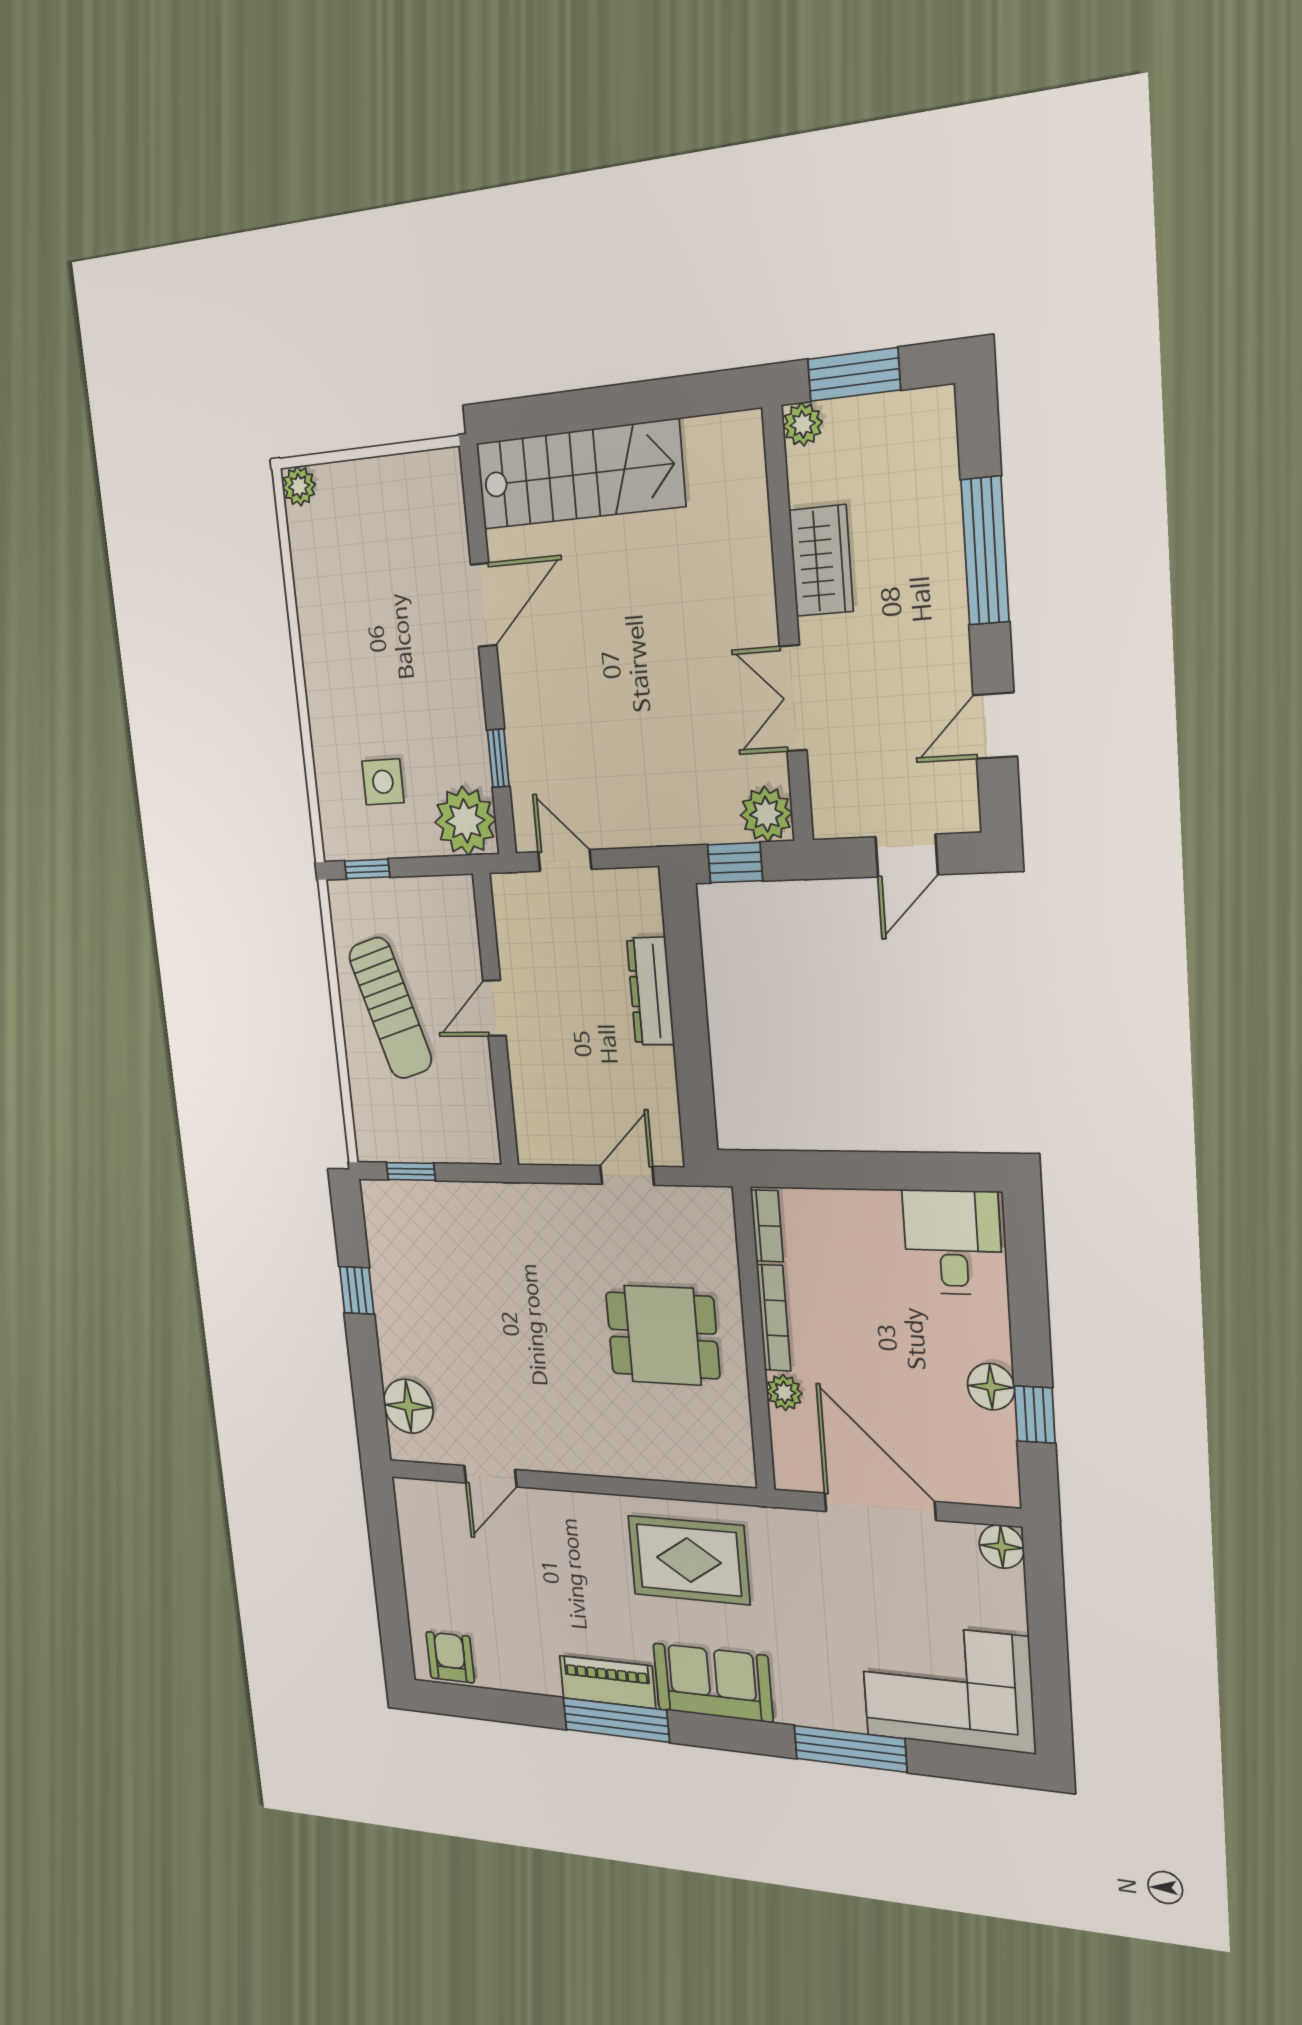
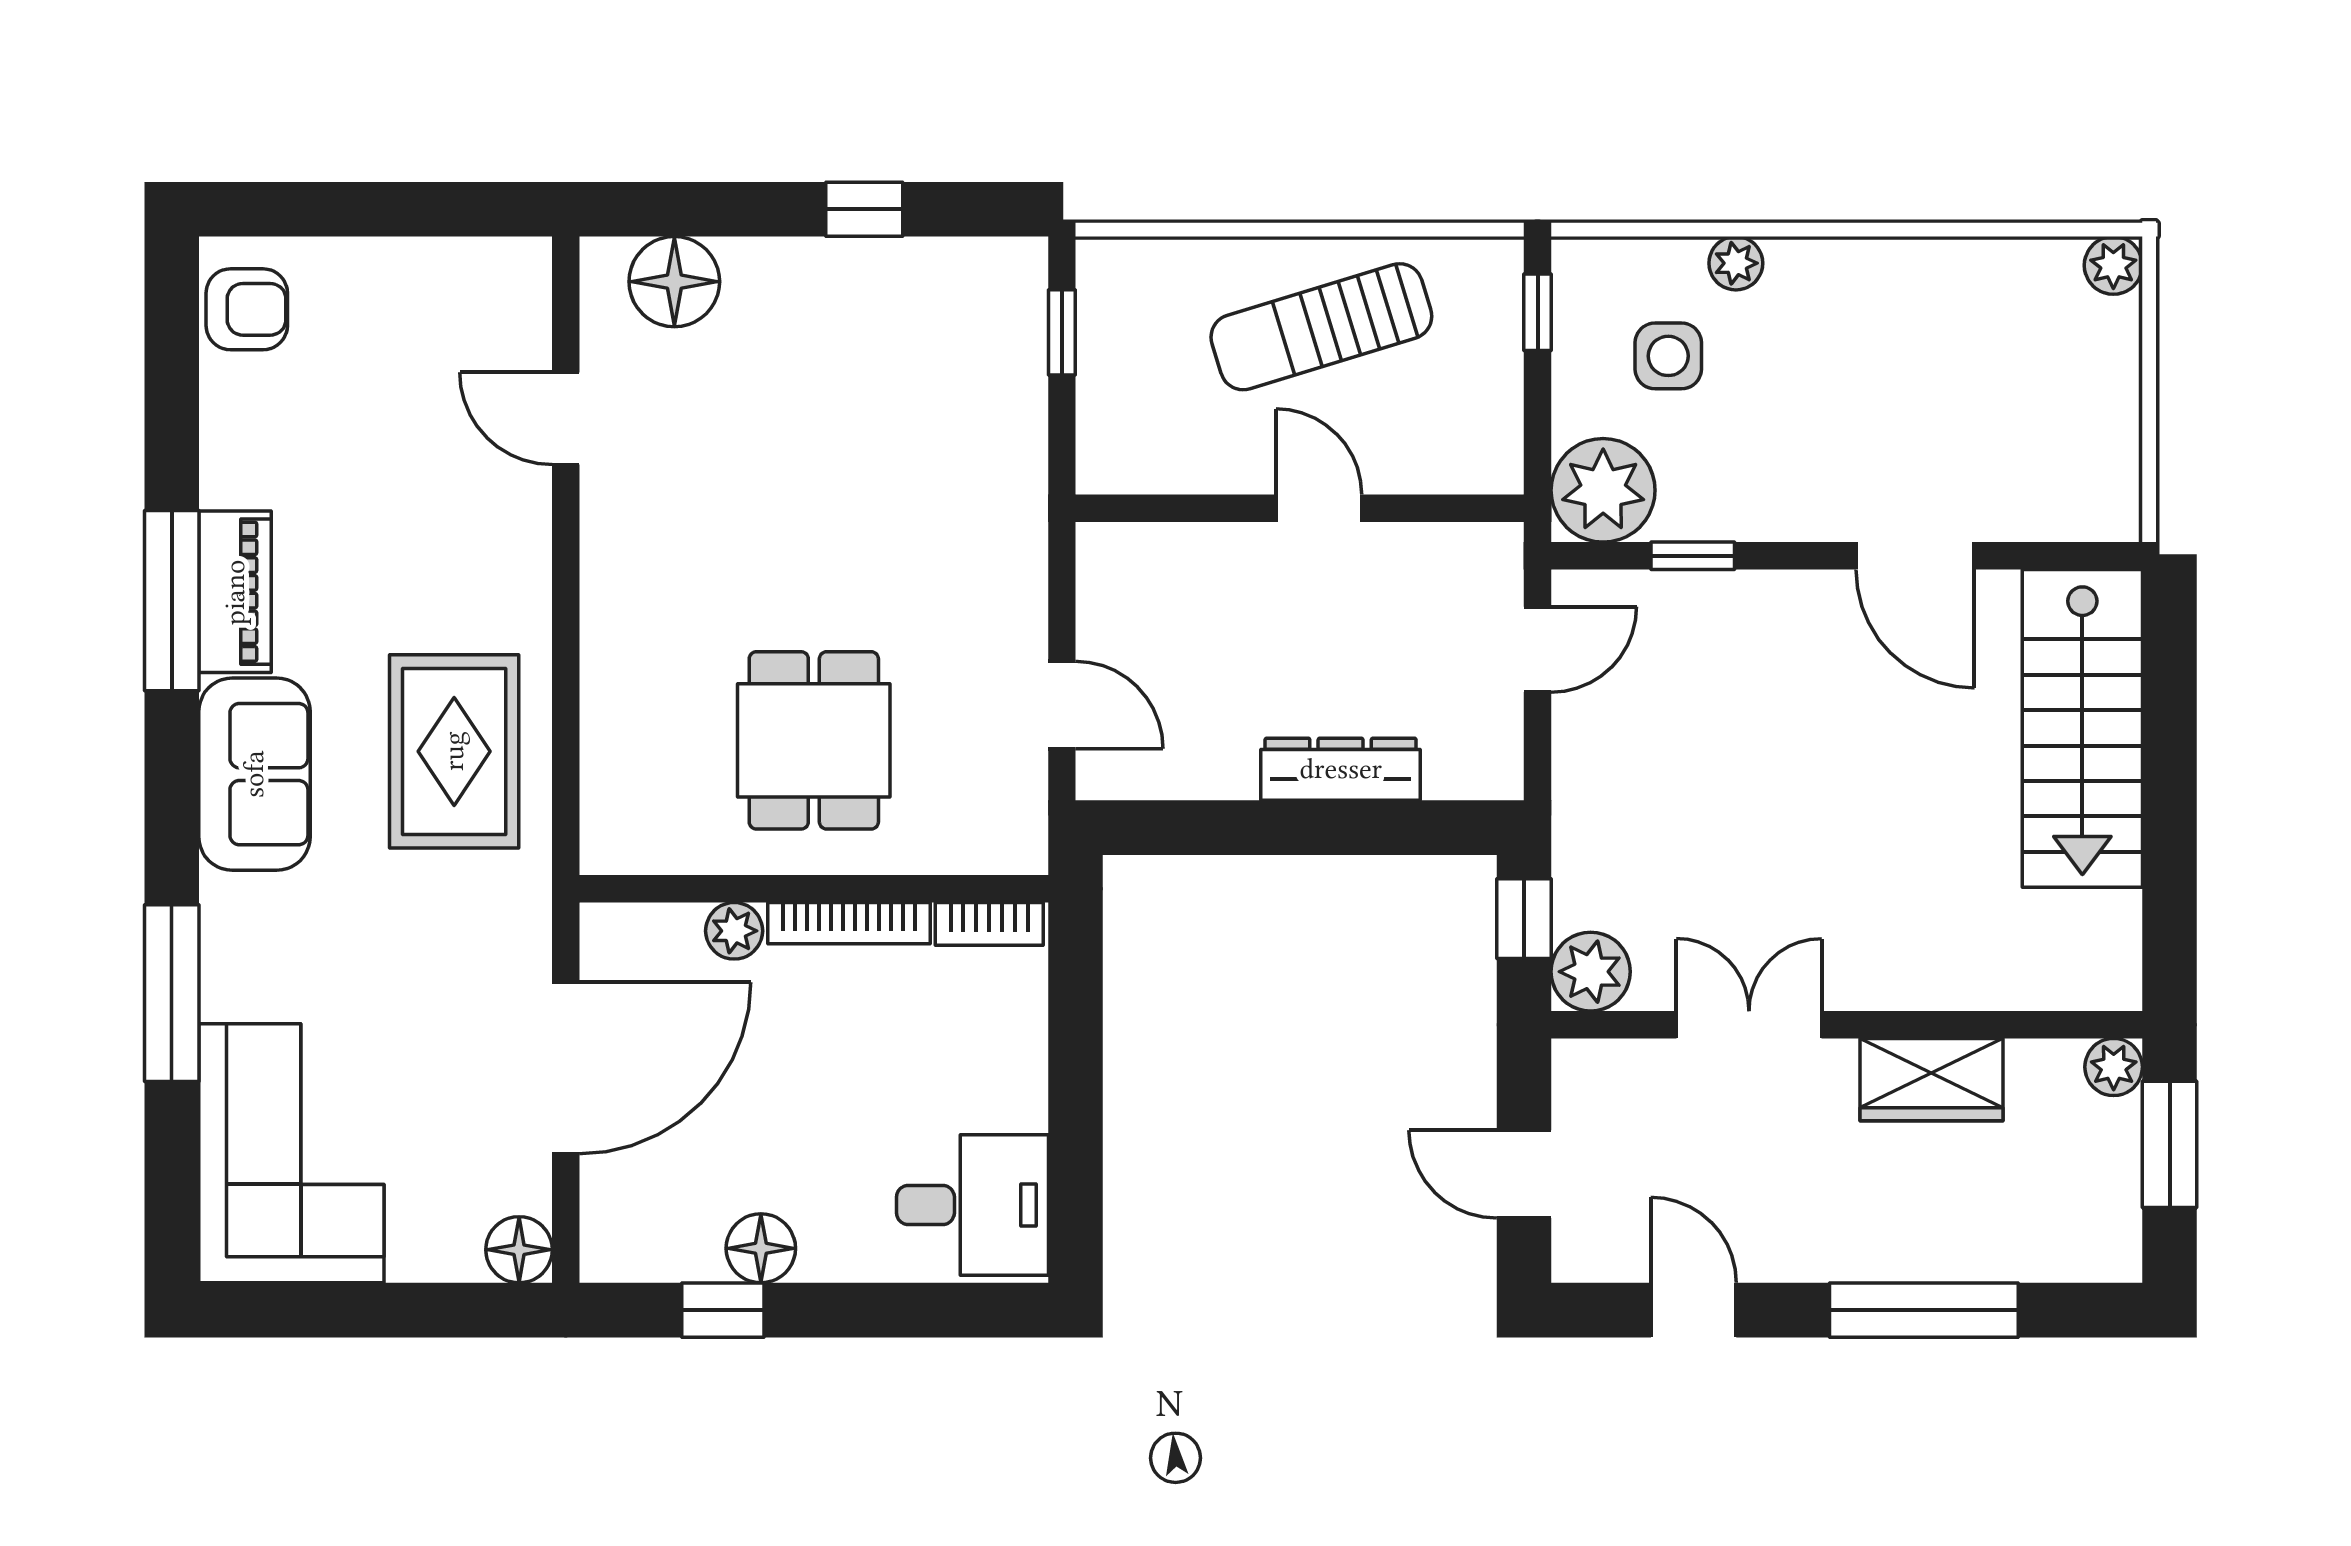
plant: (326, 741) -> (1736, 263), added

